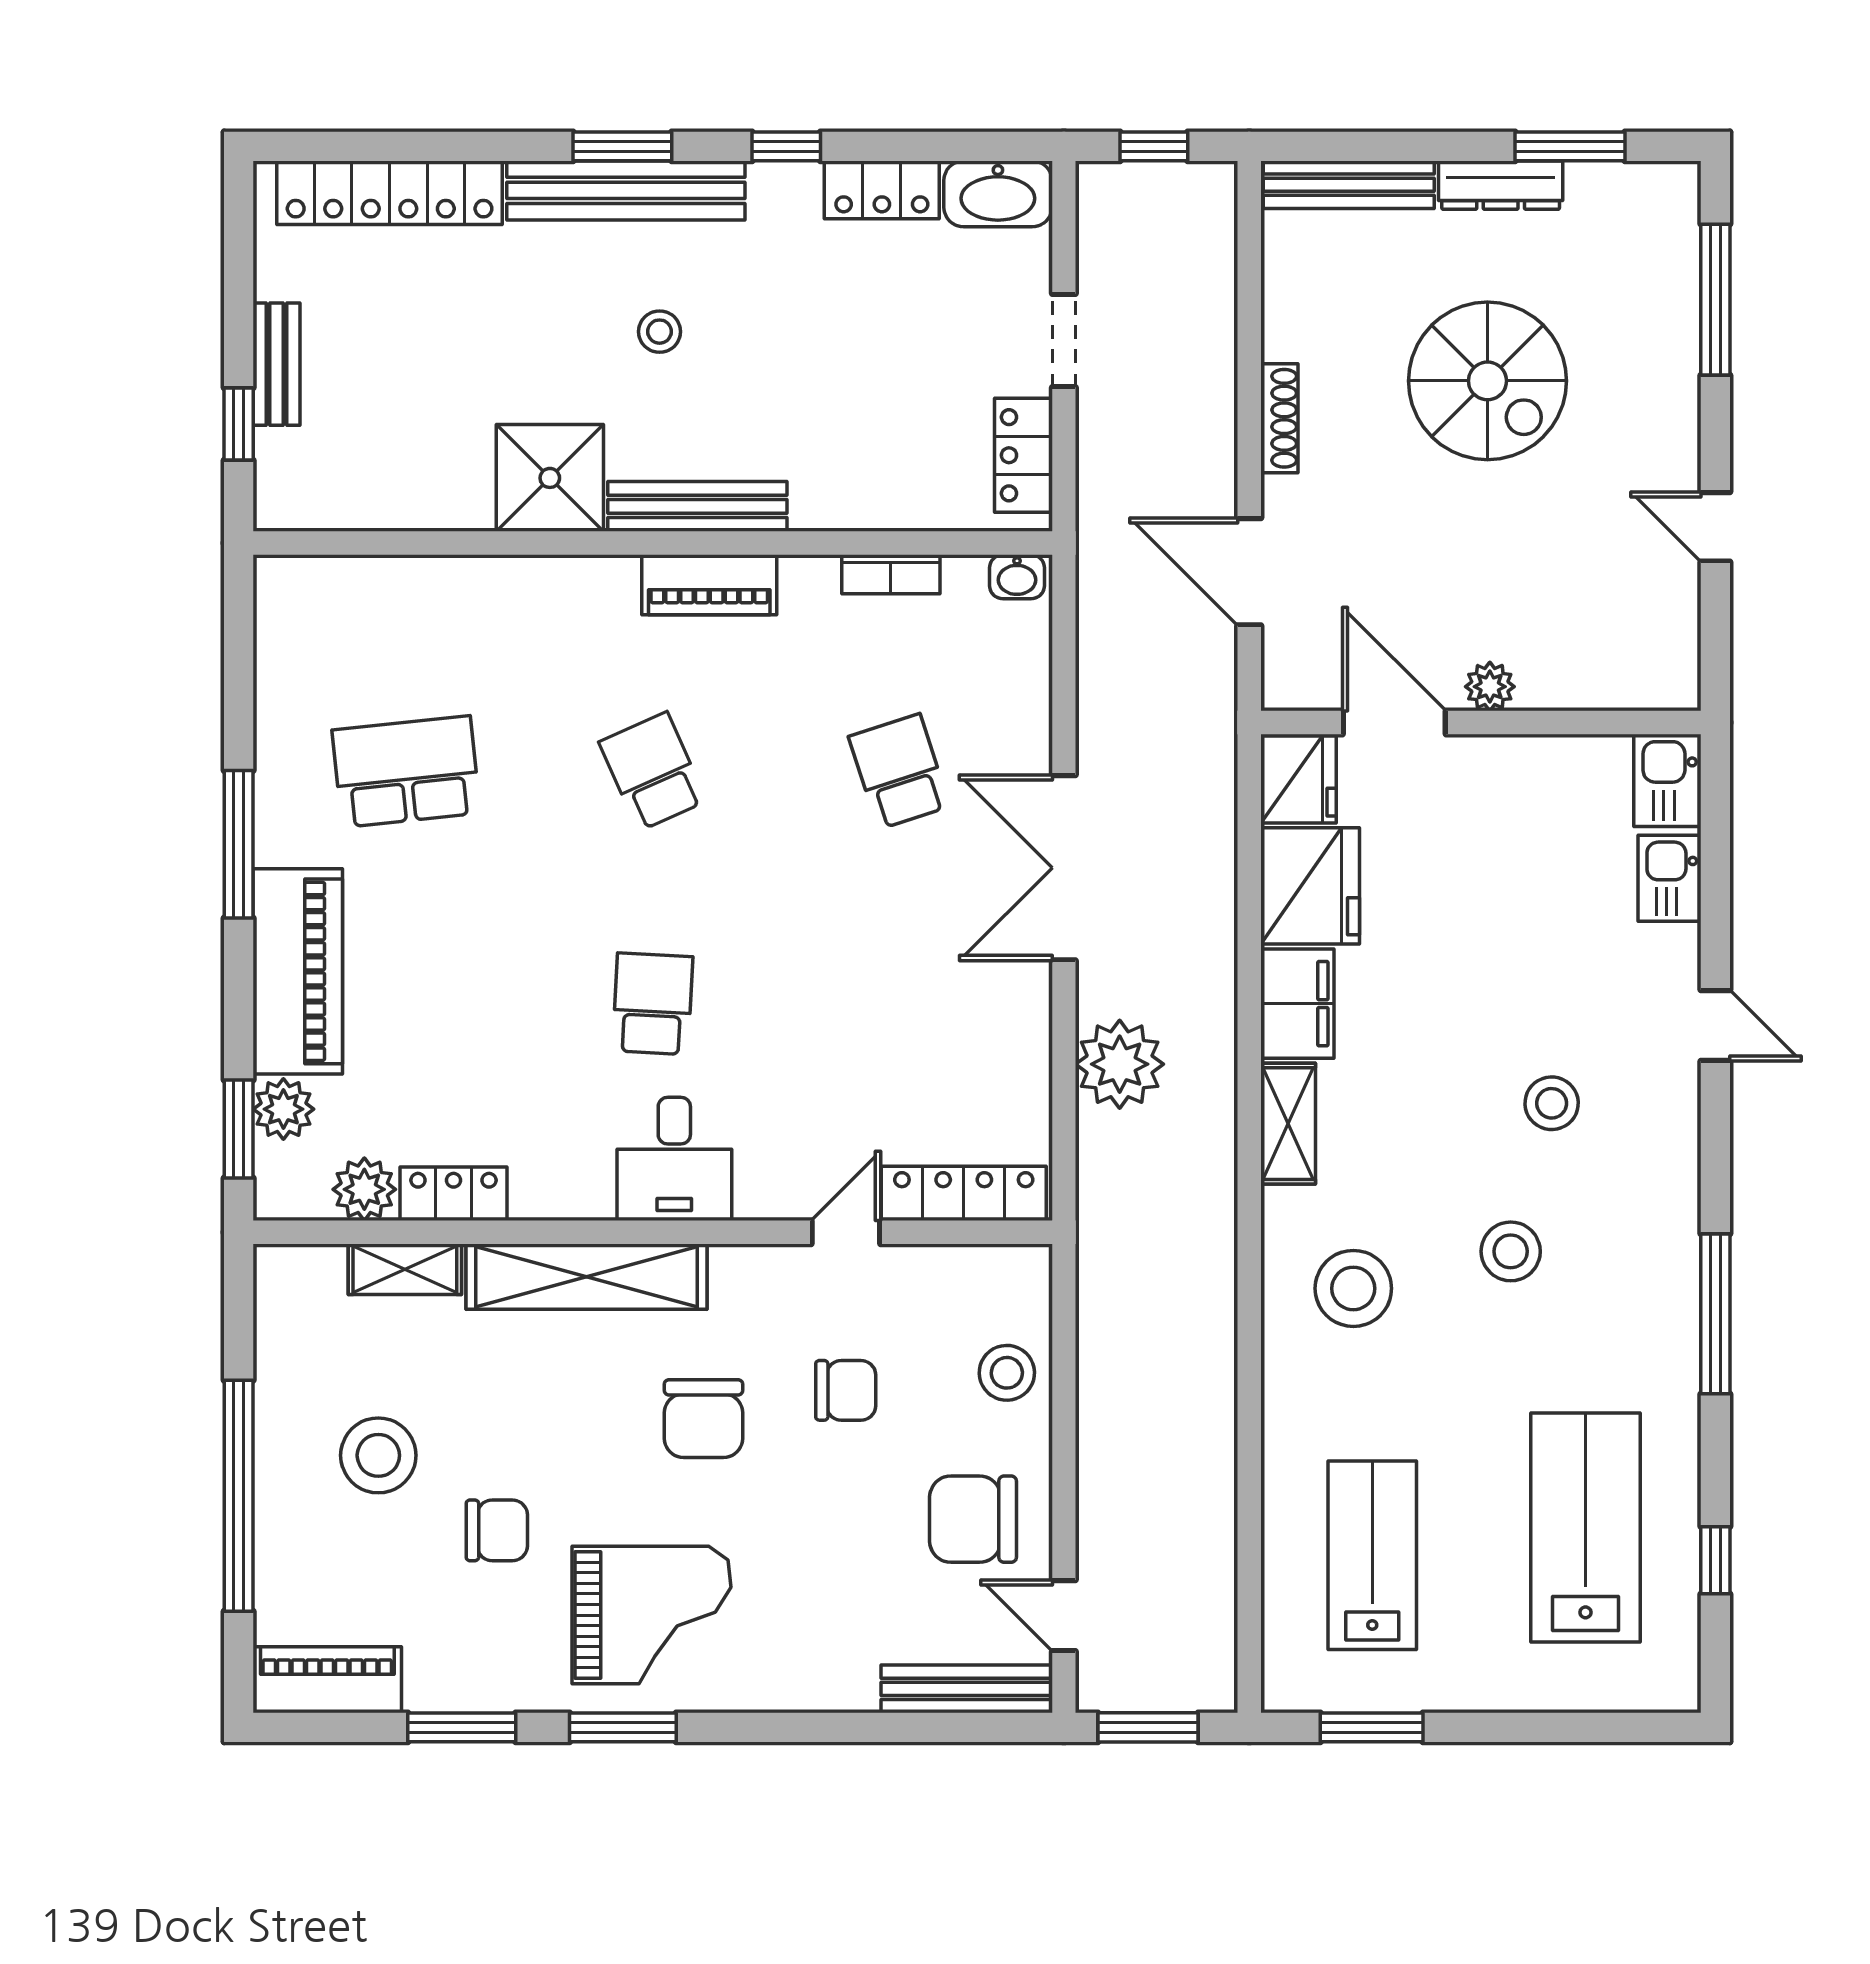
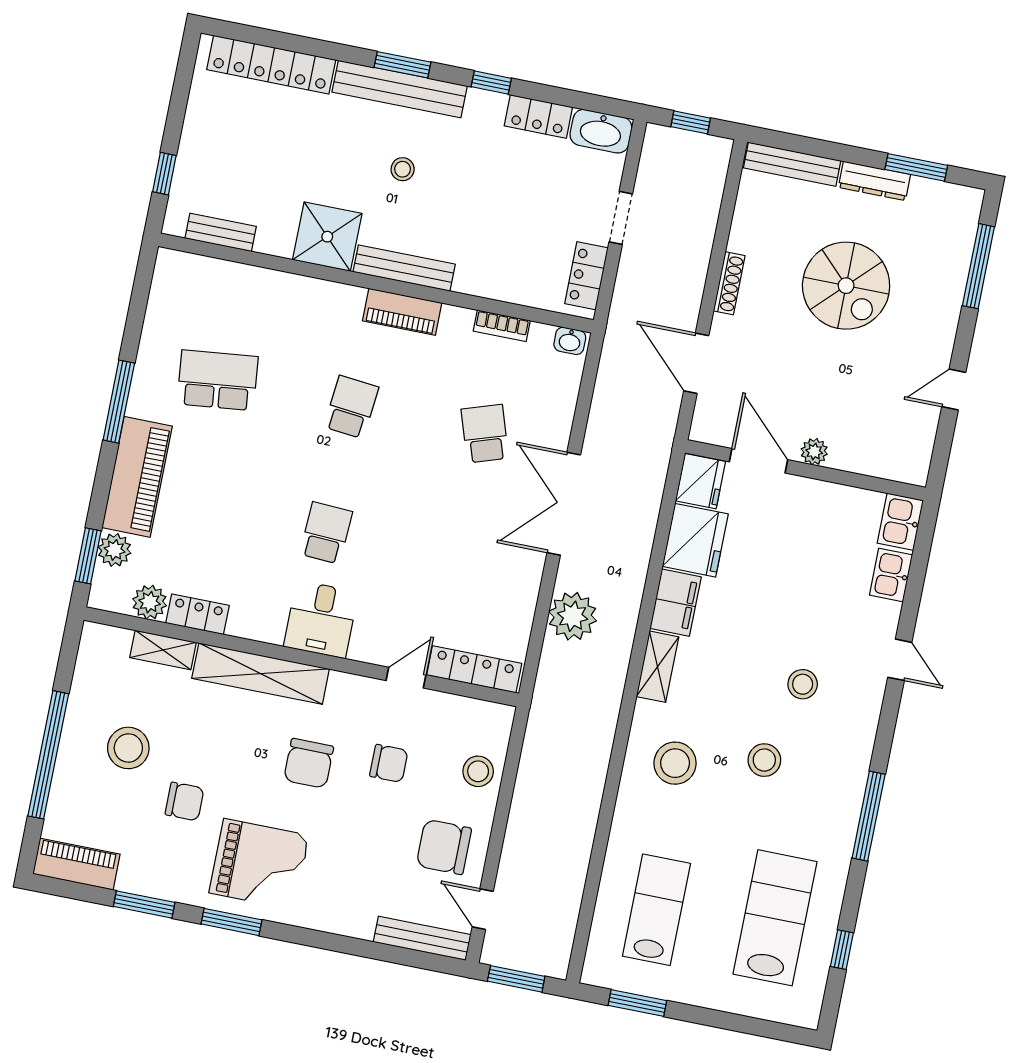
bench: (277, 364) -> (221, 232), moved, turned 90
door: (1715, 527) -> (954, 389), hinge flipped
school desk: (653, 772) -> (351, 407), turned 30

